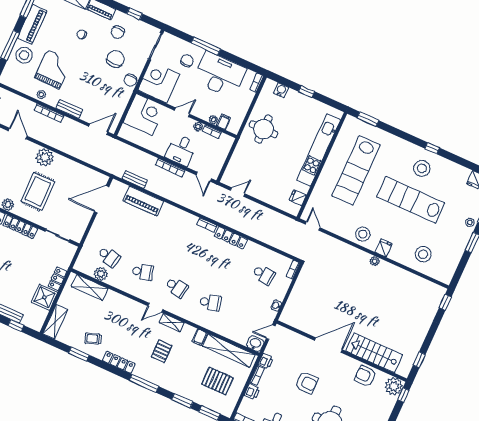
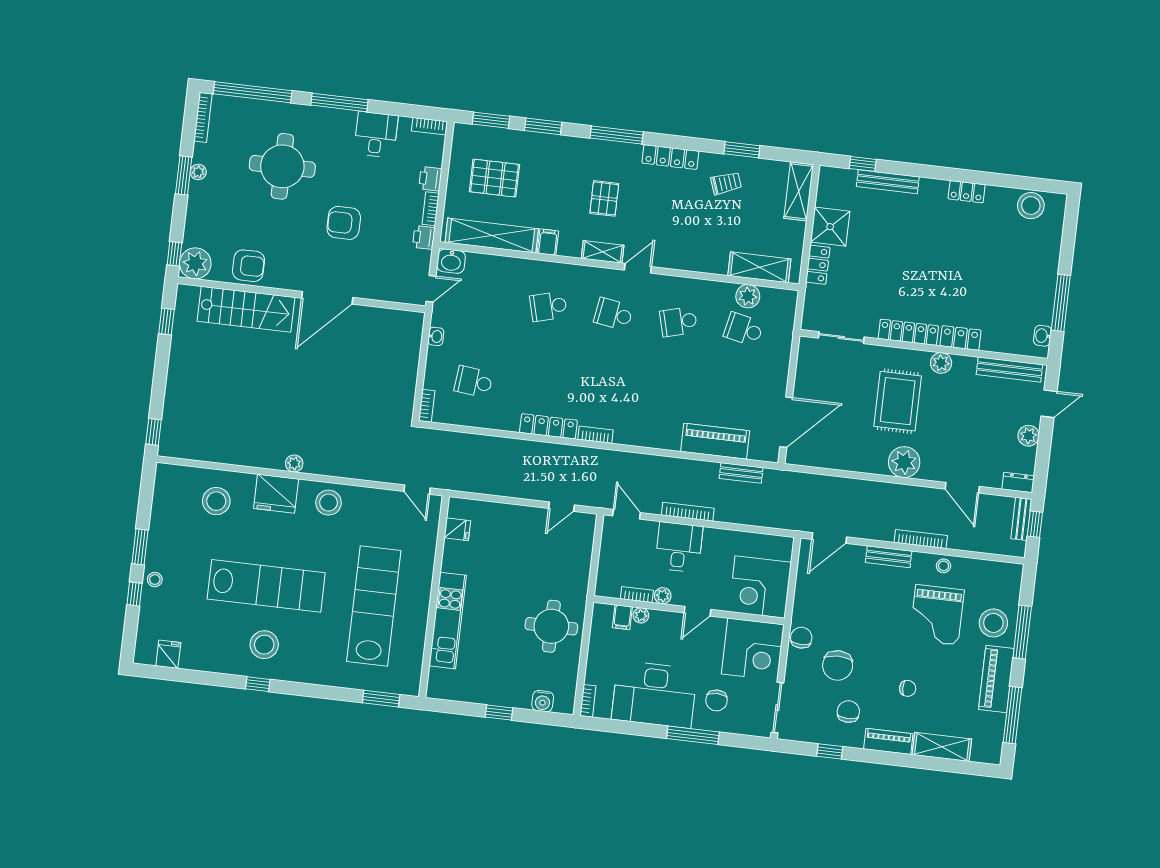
kitchen unit: (319, 150) -> (448, 621), width x0.73
fridge: (384, 248) -> (276, 494), width x1.88, depth x1.34

